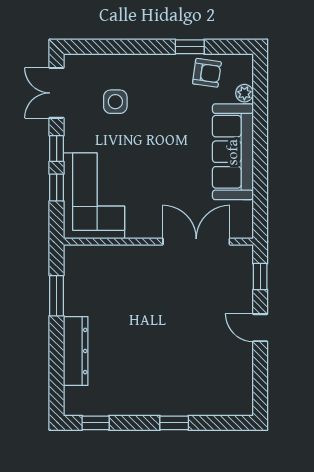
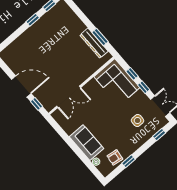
window: (99, 47) -> (159, 135), added
sofa: (233, 152) -> (86, 143), width x0.73
door: (260, 328) -> (21, 86), width x1.87
dresser: (76, 351) -> (94, 43), moved
window: (174, 423) -> (33, 20), moved

